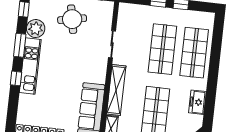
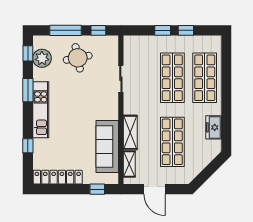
plant: (36, 29) -> (42, 58), moved
window: (16, 78) -> (28, 146), moved
shelving: (116, 90) -> (130, 132), width x0.68

